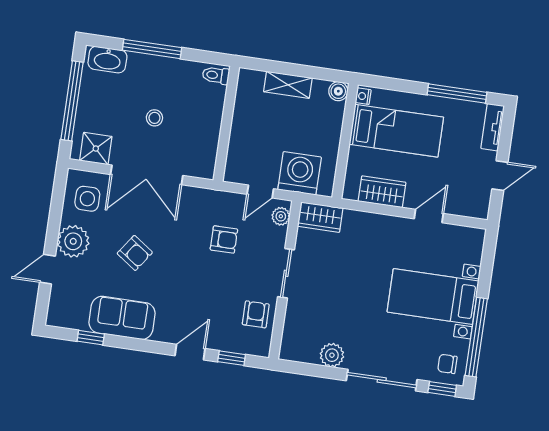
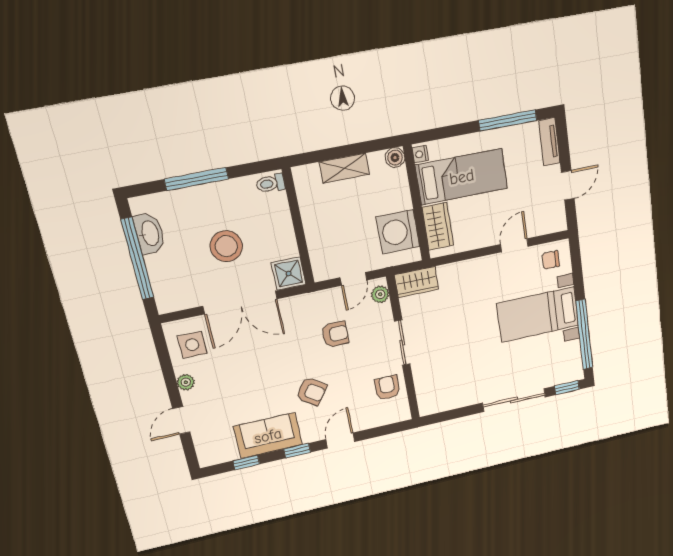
washbasin: (107, 60) -> (150, 233), moved, turned -90
stool: (154, 118) -> (226, 246), width x1.89, depth x1.89
shower: (96, 149) -> (289, 274), moved
washing machine: (300, 173) -> (398, 232), moved, turned -90
wardrobe: (382, 192) -> (438, 226), moved, turned 90
plant: (73, 241) -> (186, 382), width x0.53, depth x0.53
armchair: (135, 253) -> (311, 391), moved
plant: (332, 355) -> (465, 396), removed
window: (232, 358) -> (297, 451), moved
chair: (447, 364) -> (551, 260), moved

